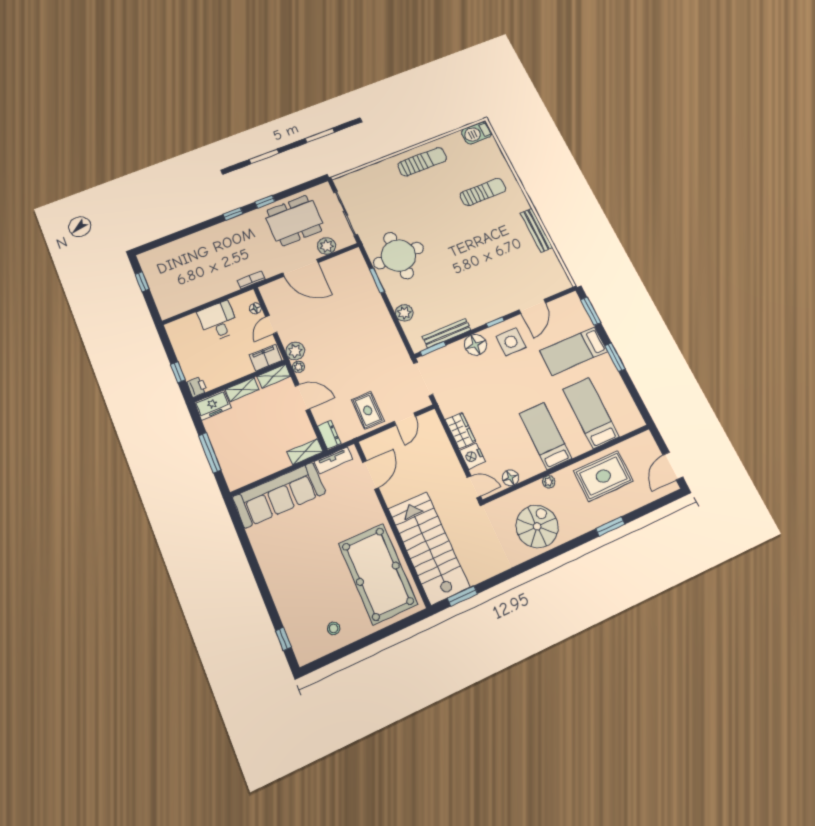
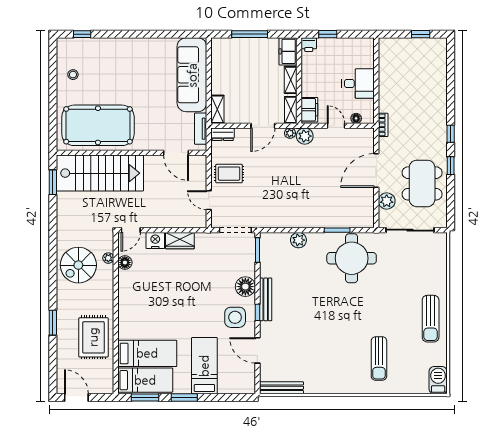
bench: (536, 230) -> (282, 388), moved
window: (591, 311) -> (145, 397), moved
bench: (447, 333) -> (266, 299), moved
bed: (546, 436) -> (145, 380), moved
plant: (549, 482) -> (108, 258), moved
spiral stairs: (537, 527) -> (78, 265), turned 90

